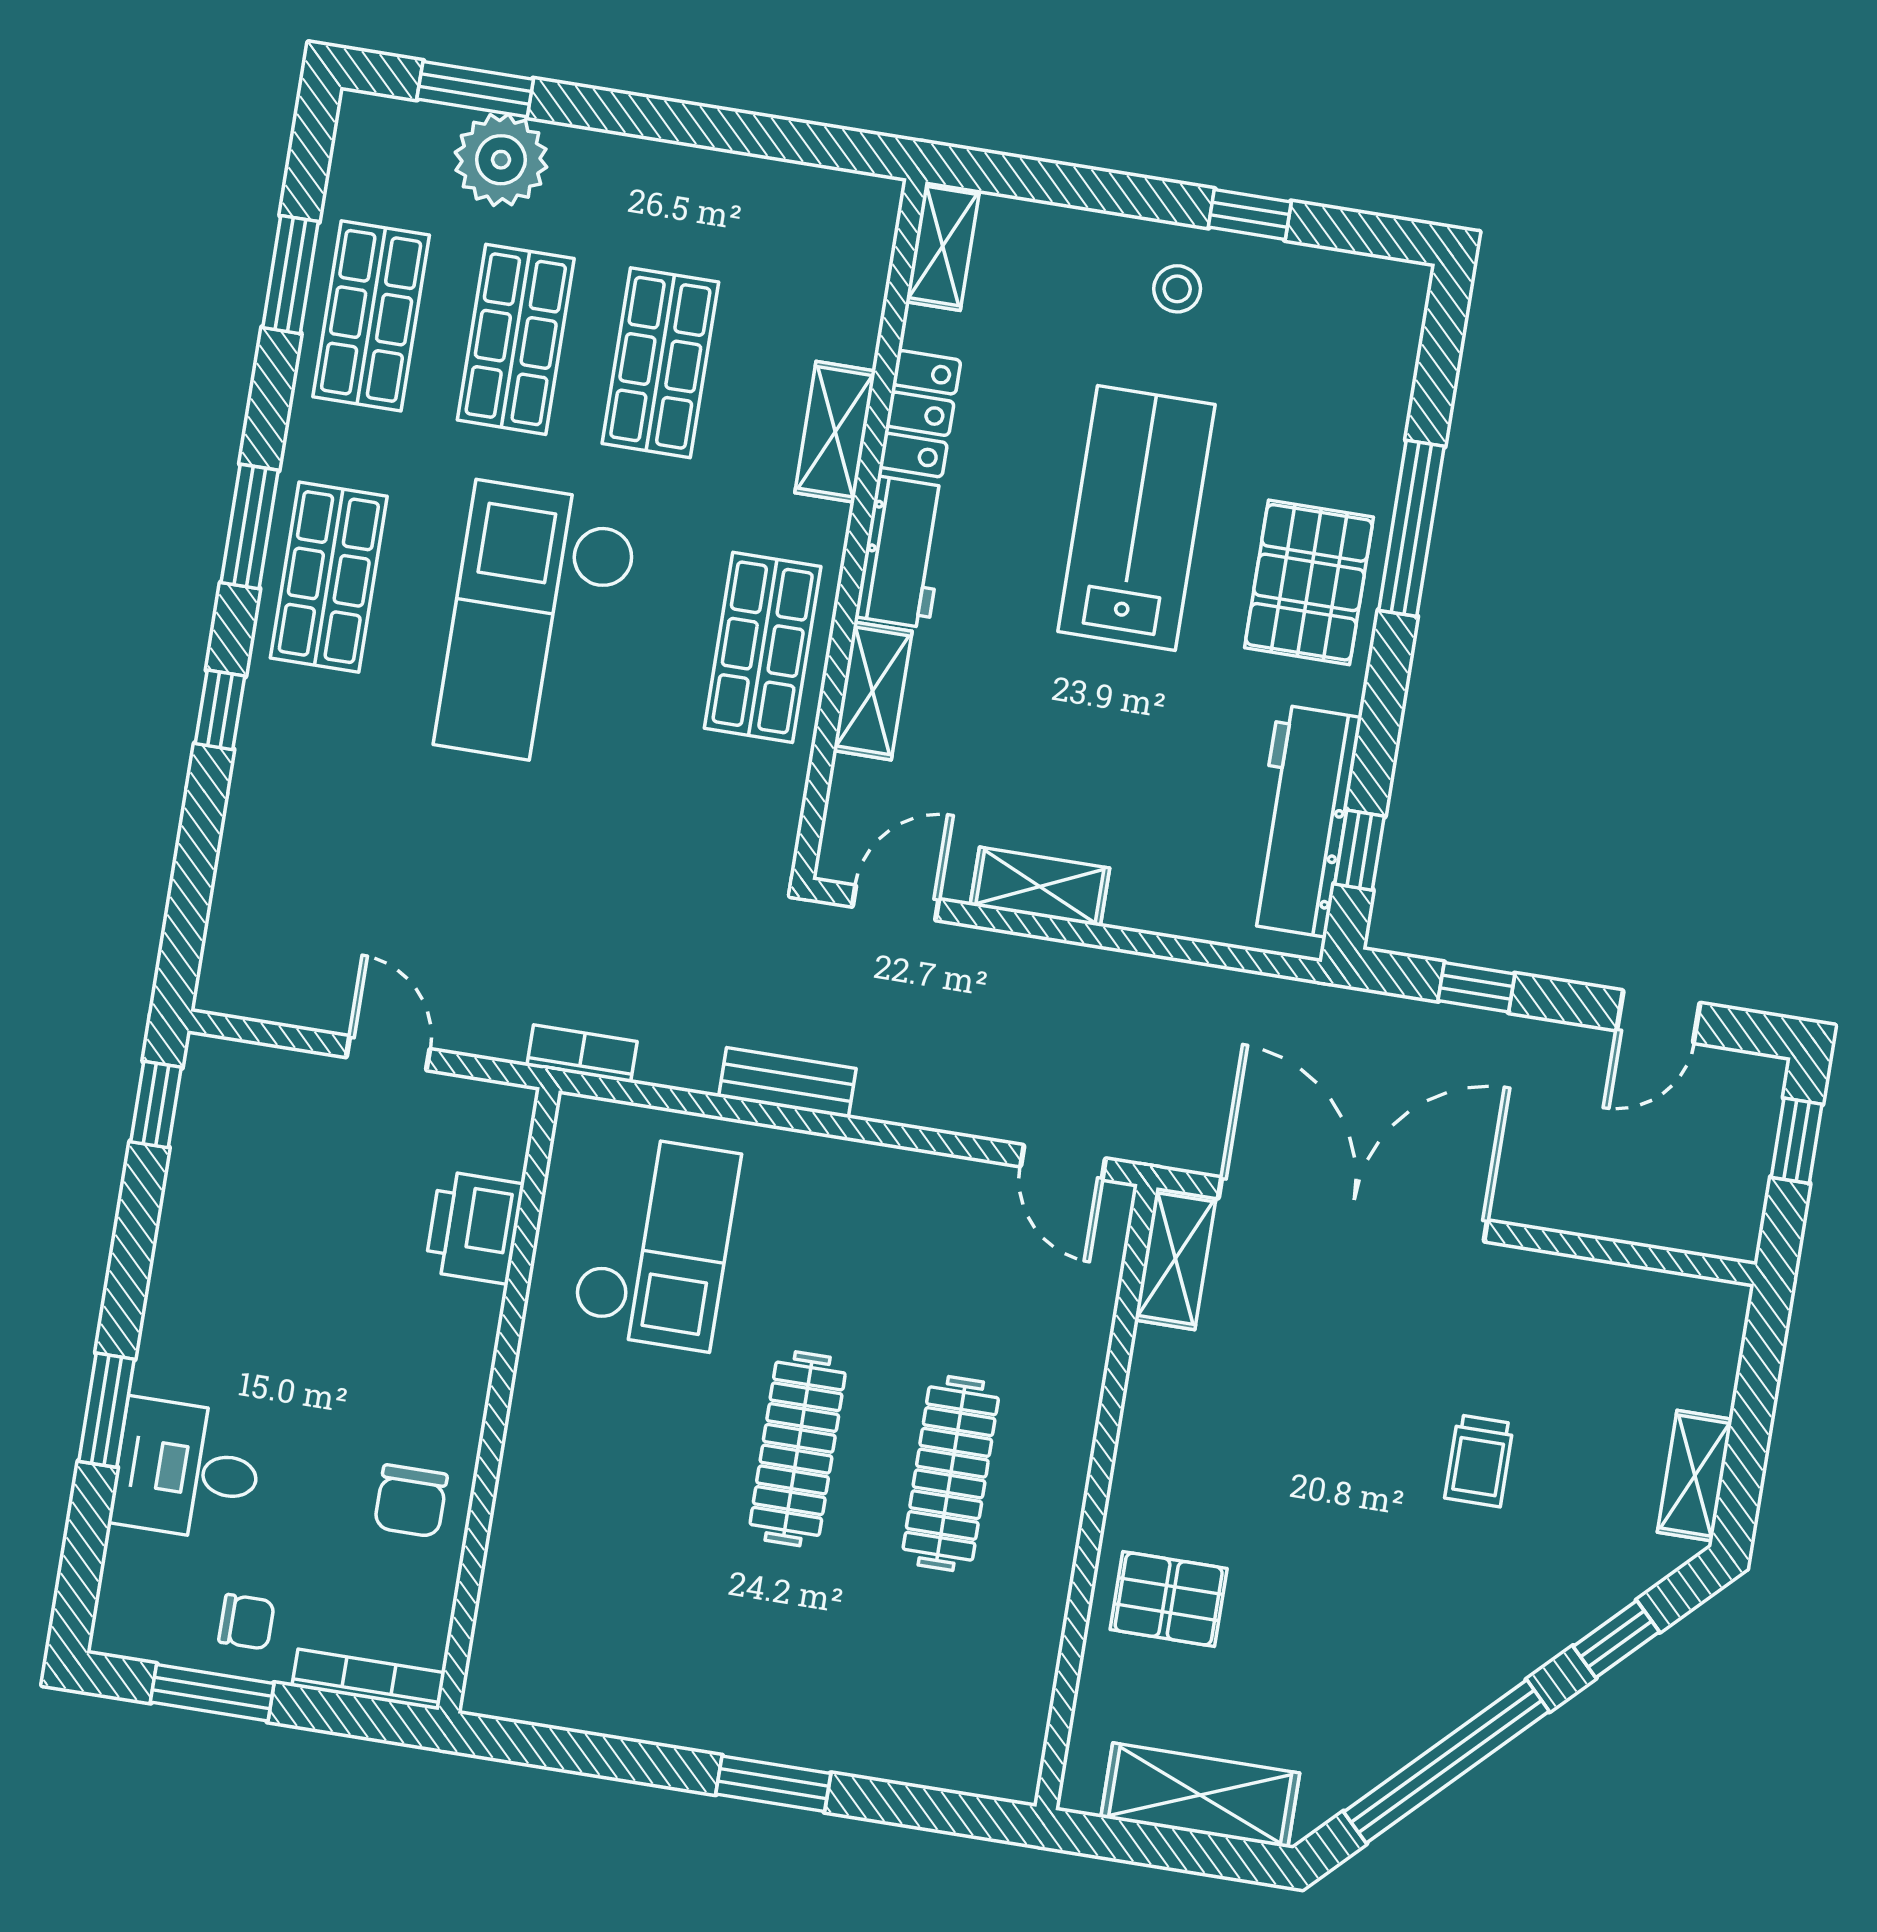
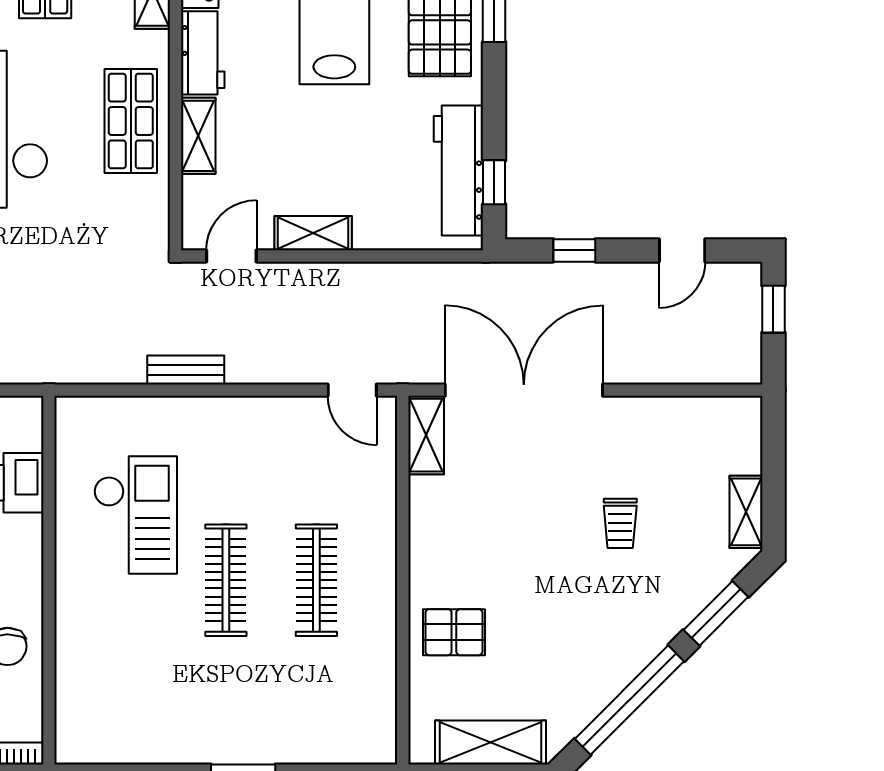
bookcase: (582, 1054) -> (64, 372), removed
checkout: (656, 1242) -> (135, 515), moved
window: (1616, 1639) -> (716, 613), width x1.50

